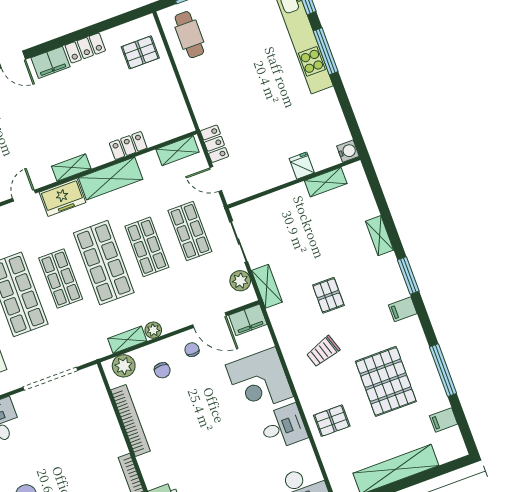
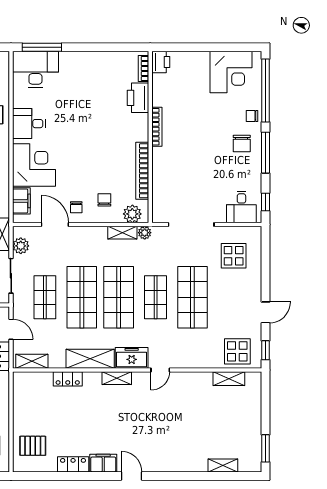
shop shelf: (147, 247) -> (82, 297), width x1.43, depth x1.36
filing cabinet: (248, 320) -> (21, 201), moved, turned 90
plant: (153, 330) -> (145, 233), moved

